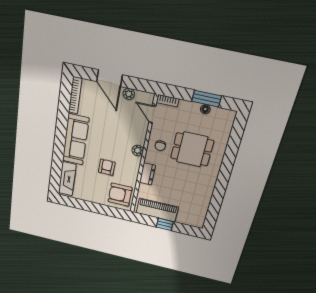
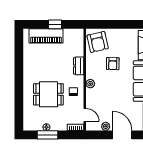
armchair: (120, 195) -> (98, 42), turned 77
piano: (157, 210) -> (46, 36), moved

